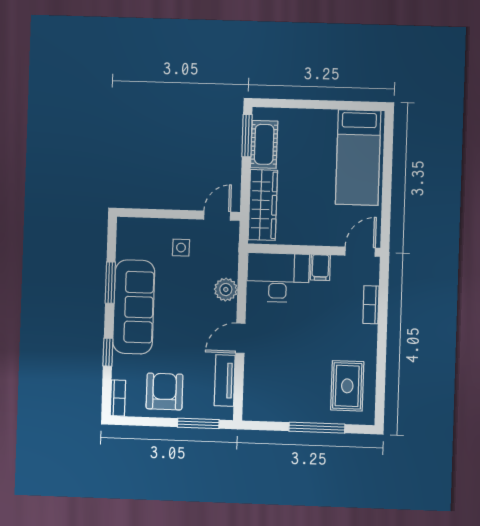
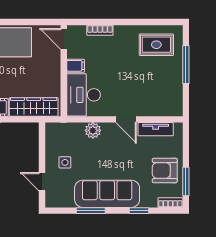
door: (217, 216) -> (42, 182), moved
window: (198, 423) -> (186, 181), moved

